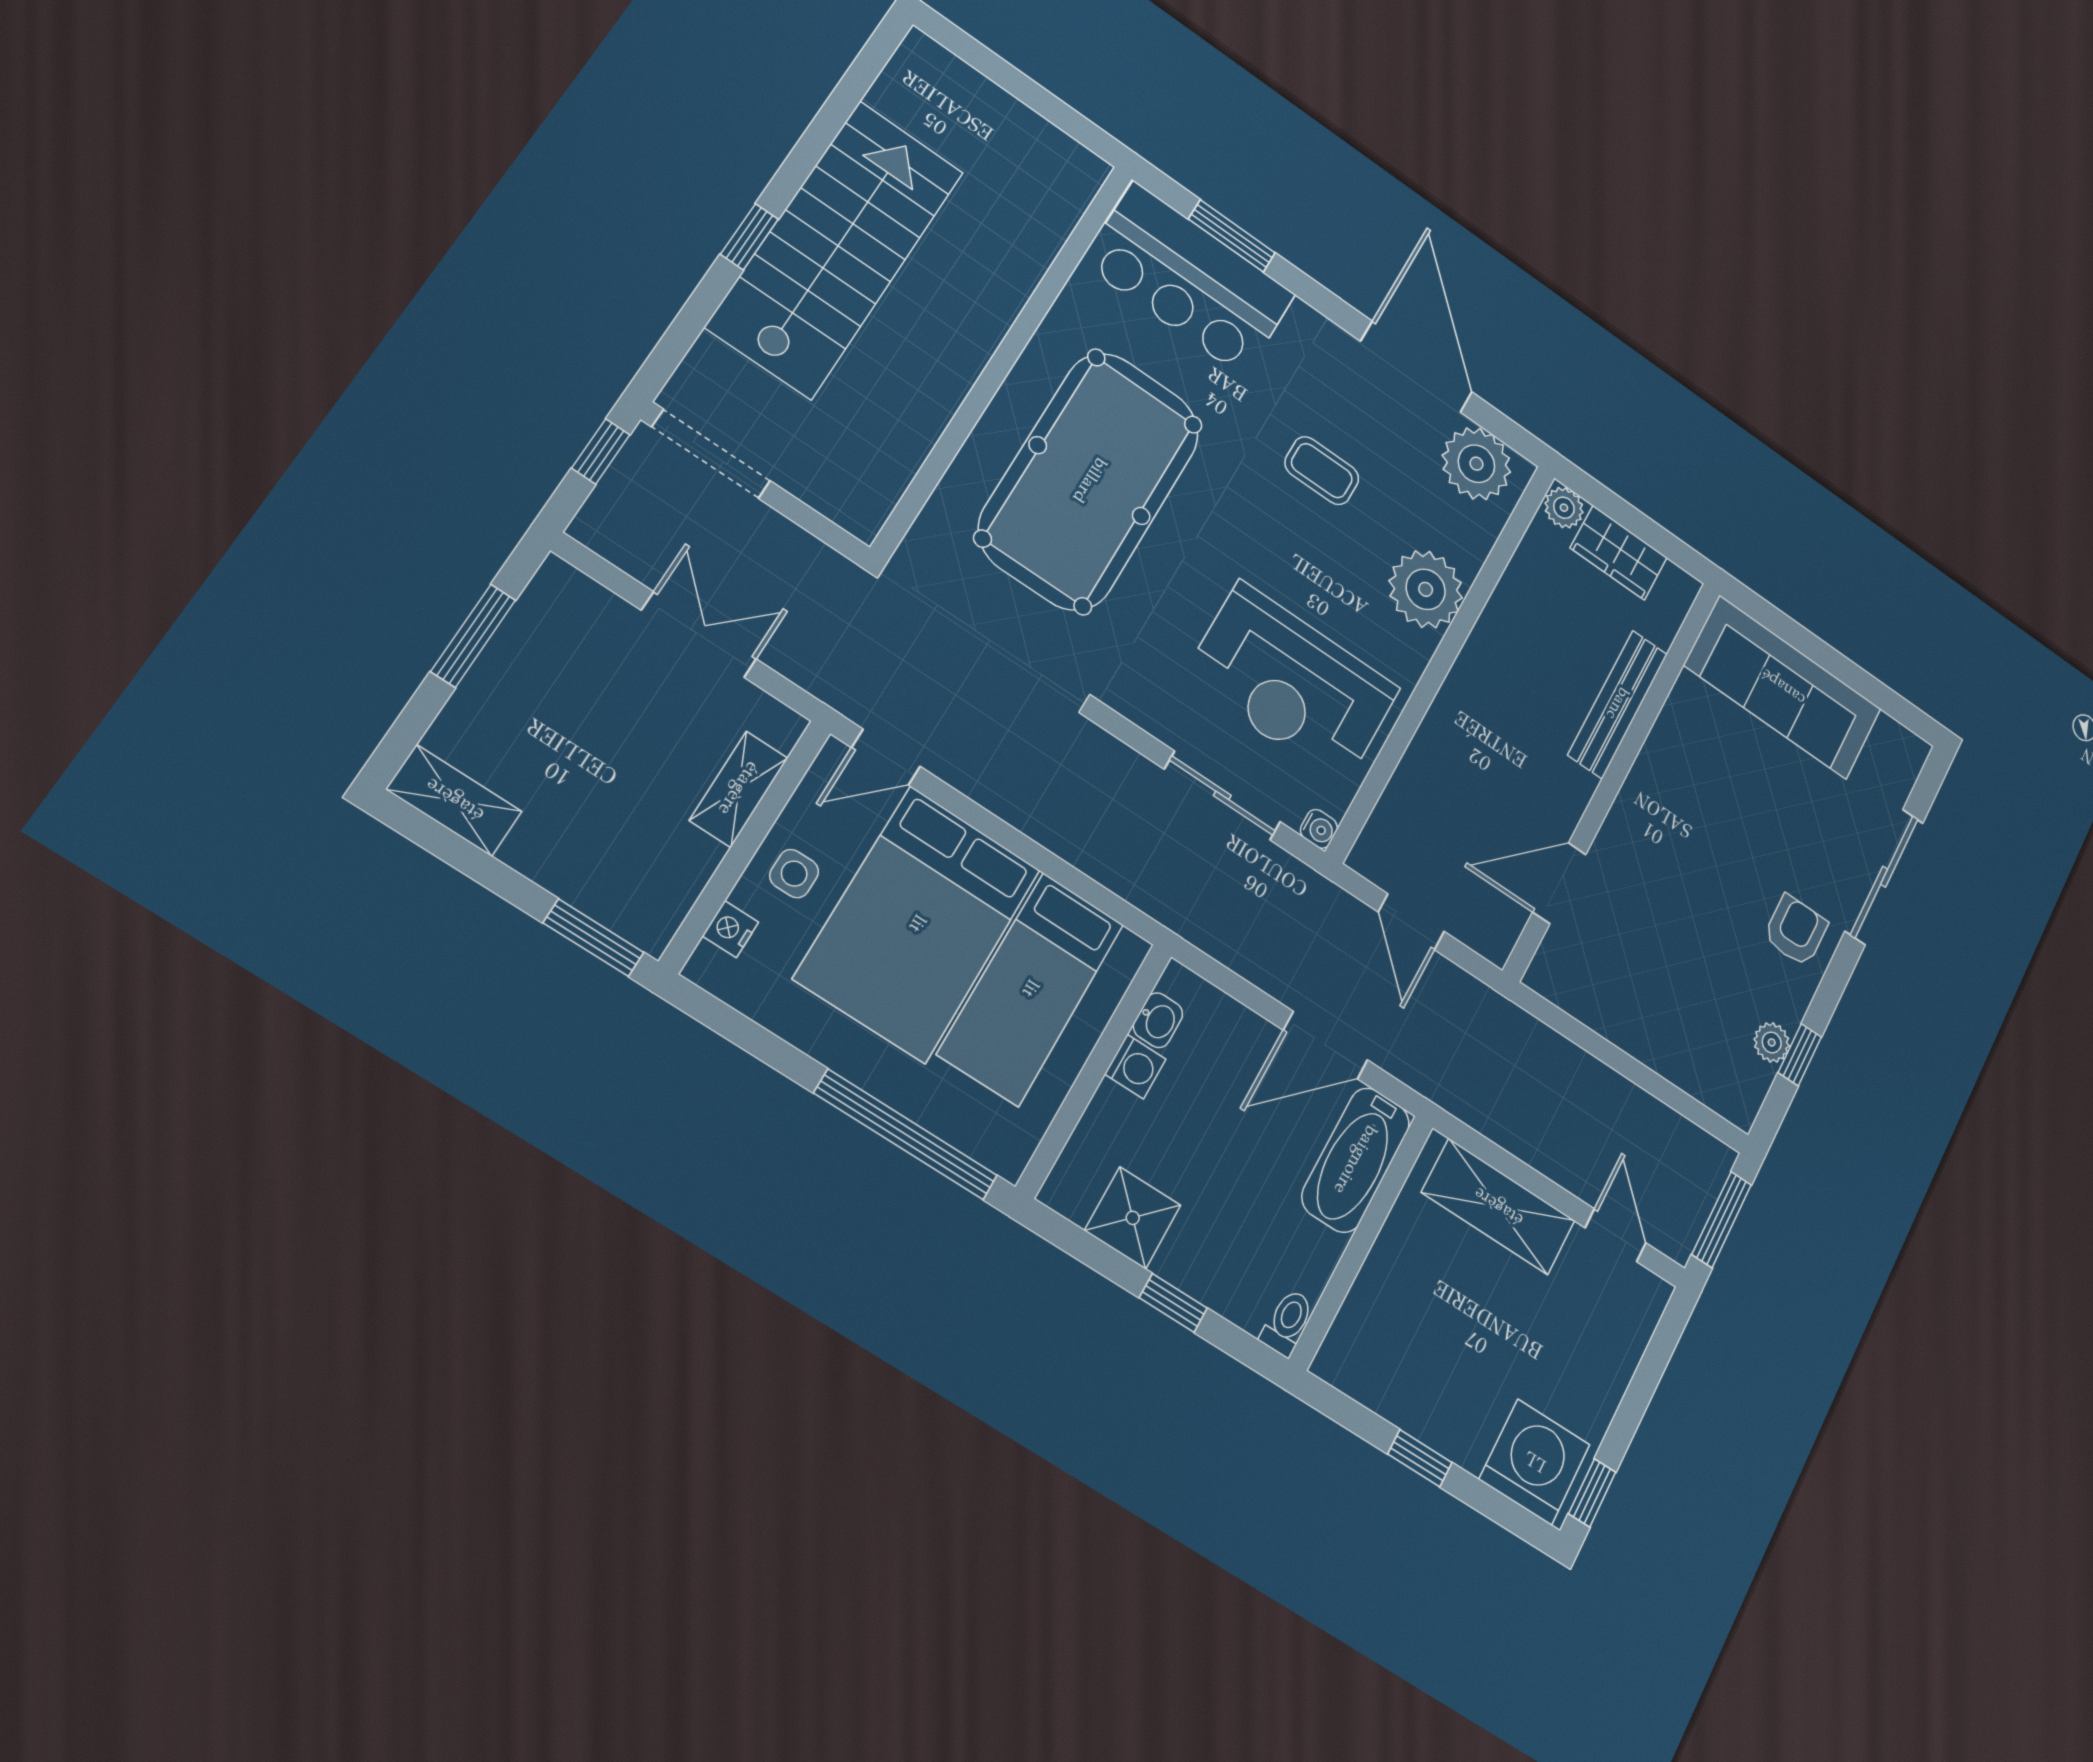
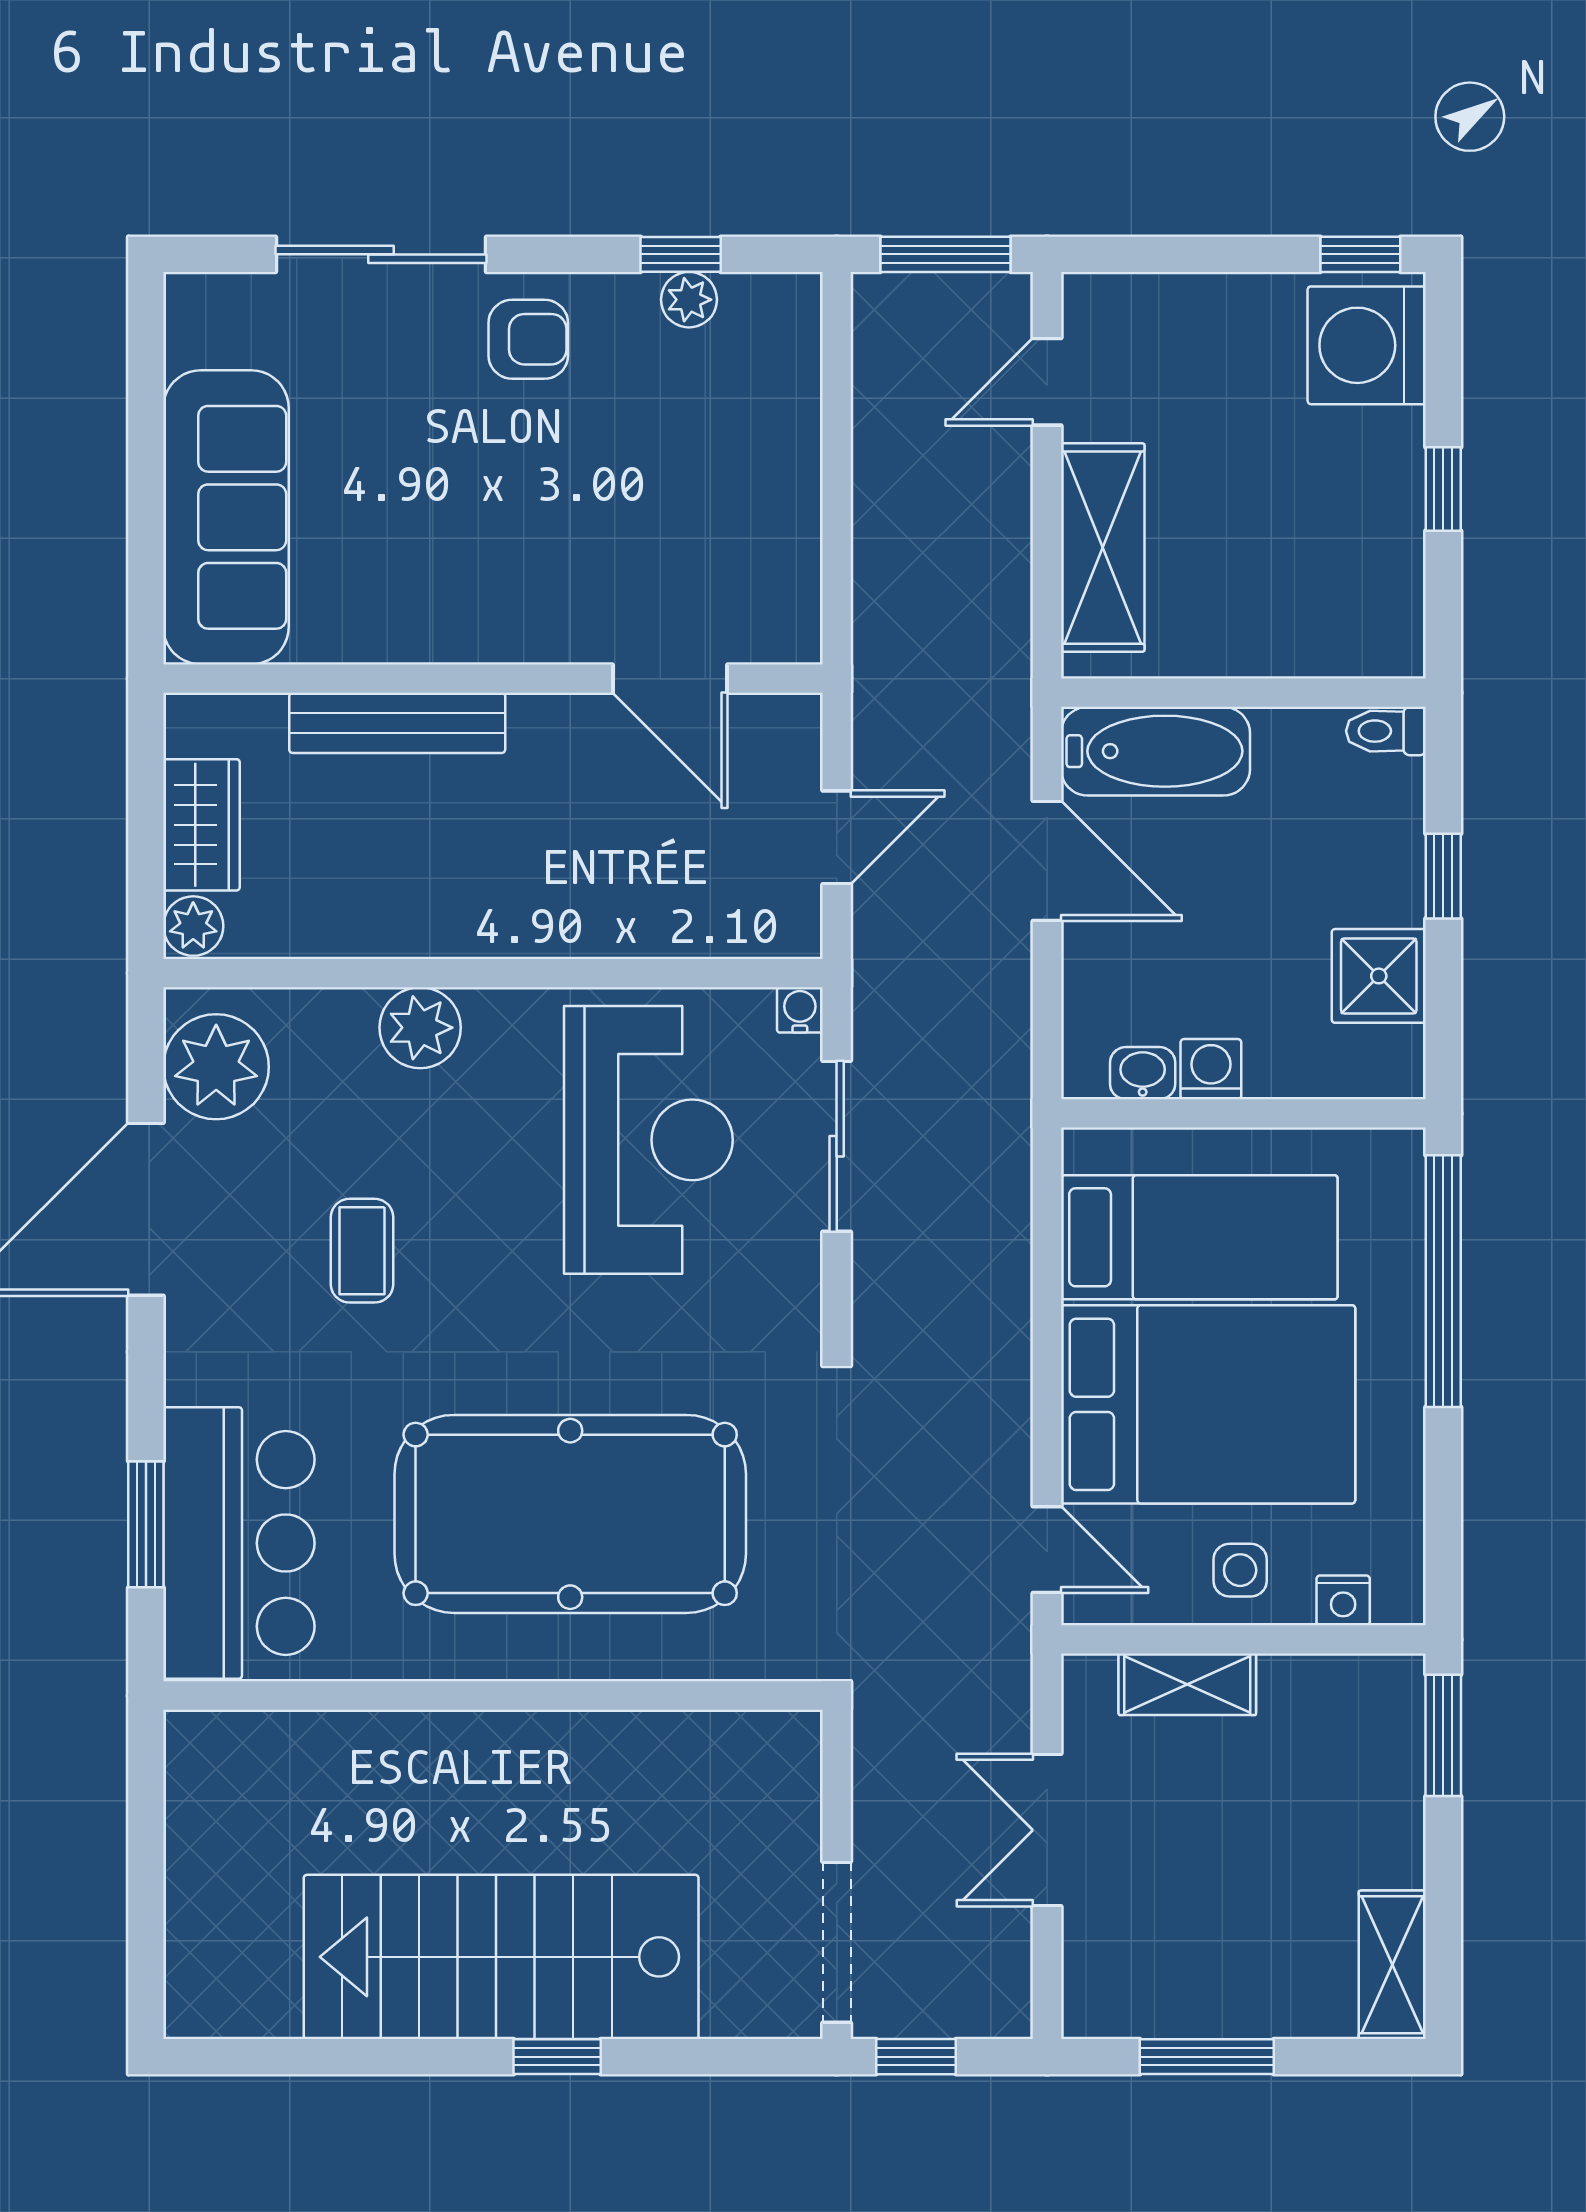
plant: (1426, 589) -> (420, 1028), width x0.73, depth x0.73
armchair: (1796, 931) -> (528, 339), turned 180

